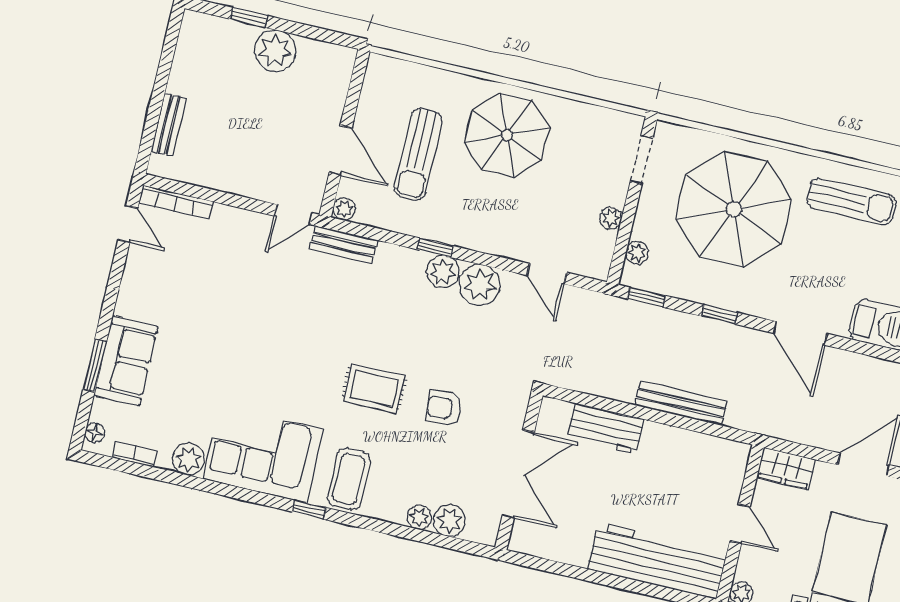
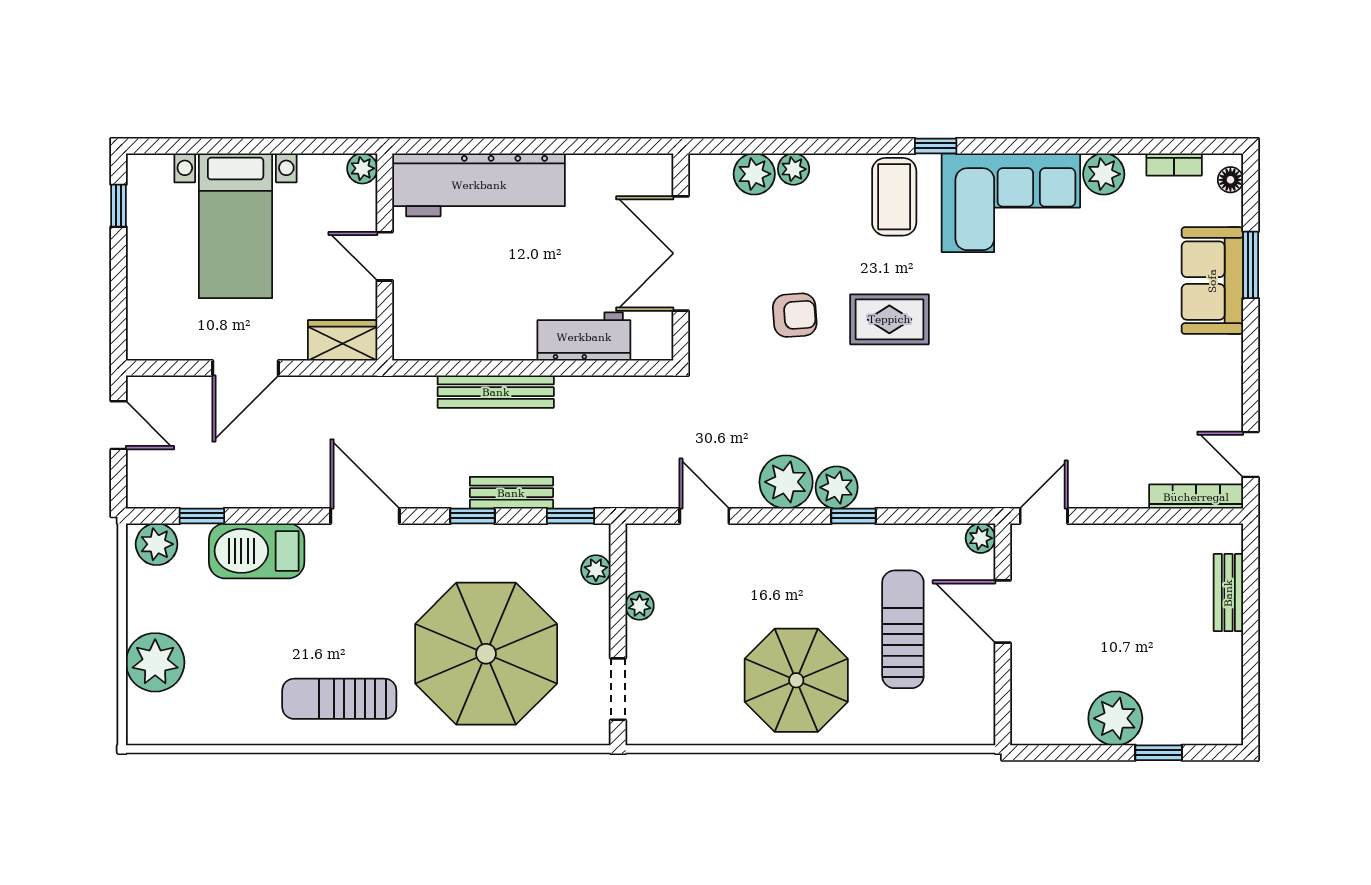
bench: (343, 245) -> (511, 493), moved

